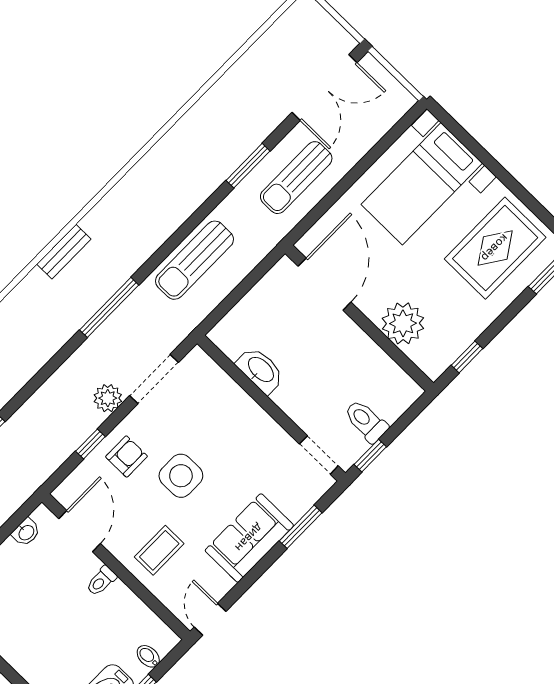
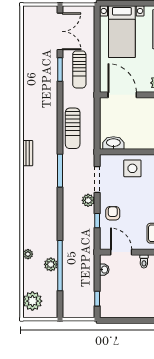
window: (248, 166) -> (60, 70), moved
bench: (64, 252) -> (28, 153), moved
washbasin: (260, 370) -> (113, 143), moved
side table: (181, 476) -> (132, 168), moved

